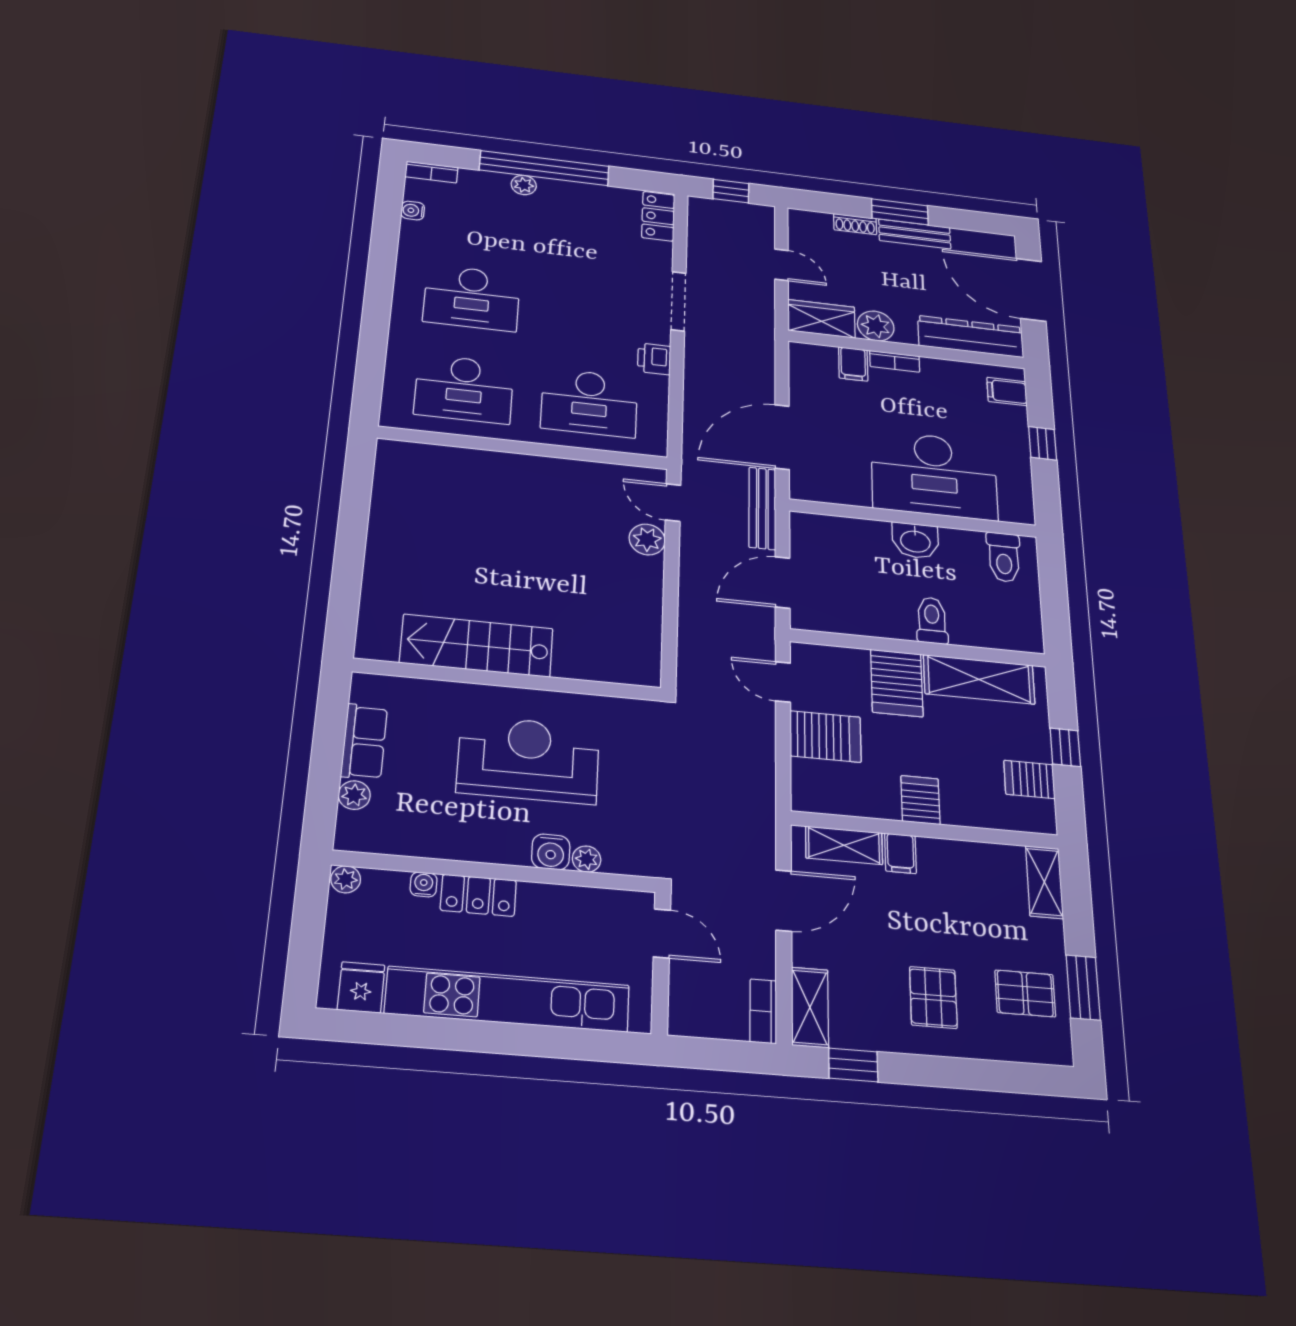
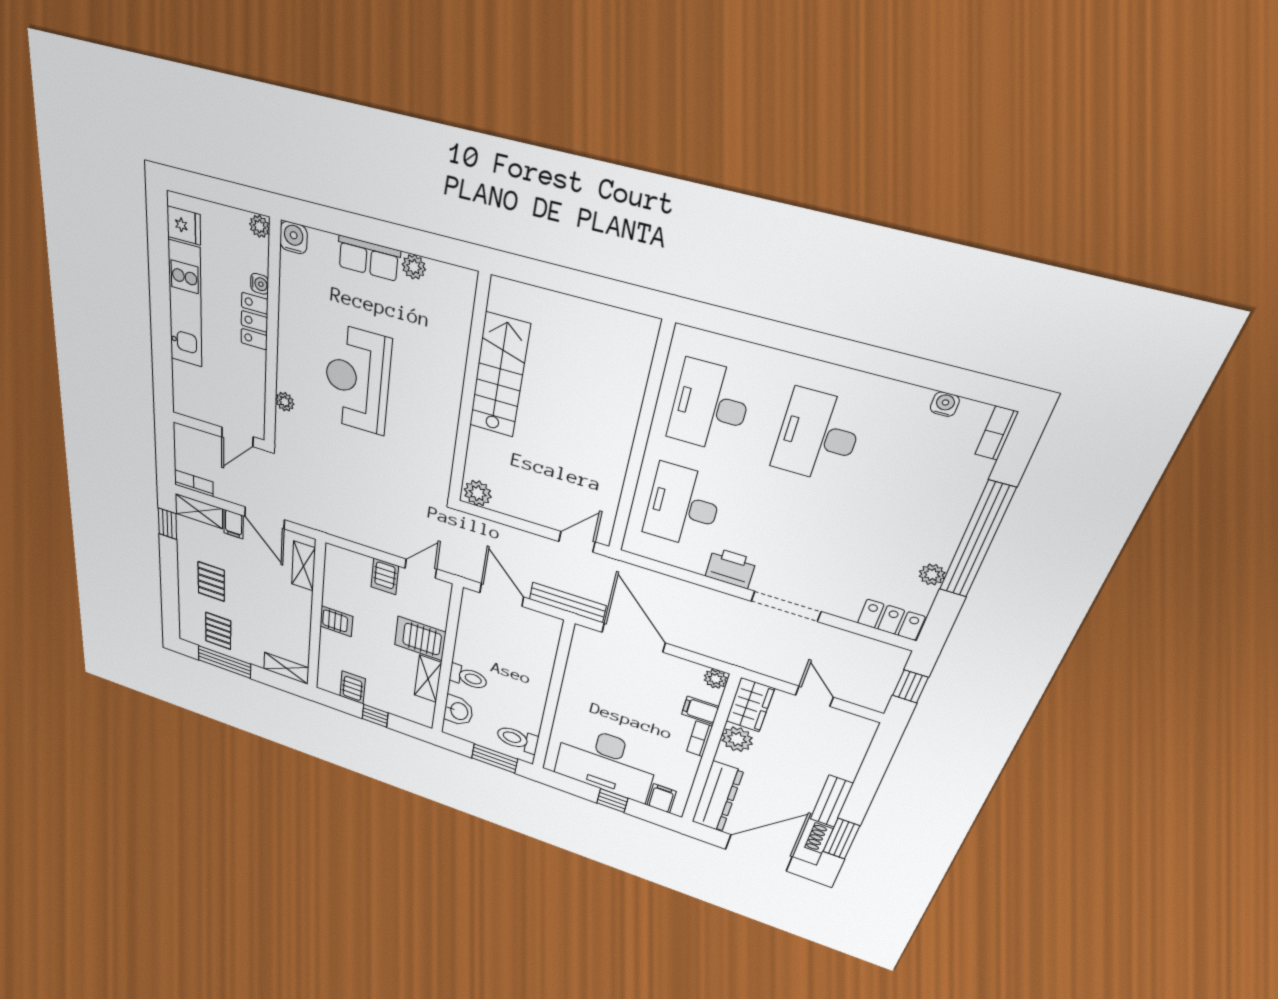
plant: (524, 185) -> (932, 575), moved
window: (900, 212) -> (841, 839), moved
shoe rack: (855, 224) -> (819, 838), moved
door: (781, 265) -> (814, 696), swing flipped
plant: (802, 354) -> (715, 679), added
printer: (654, 359) -> (731, 568), width x1.36, depth x1.24
desk: (934, 475) -> (606, 763), moved, turned -90
plant: (647, 539) -> (478, 493), moved
washbasin: (915, 541) -> (458, 711), moved, turned 180
window: (1053, 585) -> (495, 759), added
stairs: (477, 646) -> (499, 376), moved
shelving: (979, 679) -> (428, 679), width x0.67, depth x0.75
wall: (508, 680) -> (469, 393), moved
server rack: (825, 736) -> (385, 576), width x0.73, depth x0.70
reception desk: (528, 760) -> (357, 380), turned 180
plant: (354, 795) -> (414, 267), moved
water cooler: (551, 852) -> (294, 238), moved, turned 90
filing cabinet: (900, 853) -> (233, 524), moved, turned -90
window: (1083, 987) -> (224, 662), width x1.44
pallet: (933, 997) -> (211, 582), turned 90
kitchen unit: (508, 999) -> (185, 305), width x0.73

